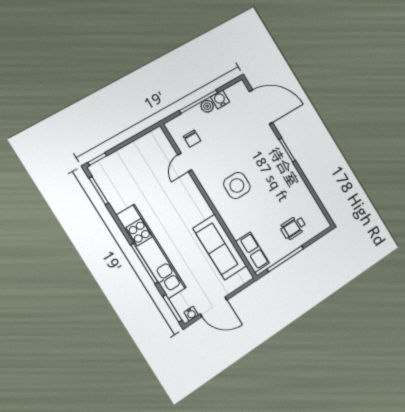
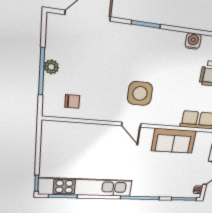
water cooler: (220, 99) -> (193, 41), moved, turned 90
door: (185, 162) -> (131, 125), moved
sofa: (220, 247) -> (174, 141), width x0.73
kitchen unit: (151, 251) -> (86, 187), moved

